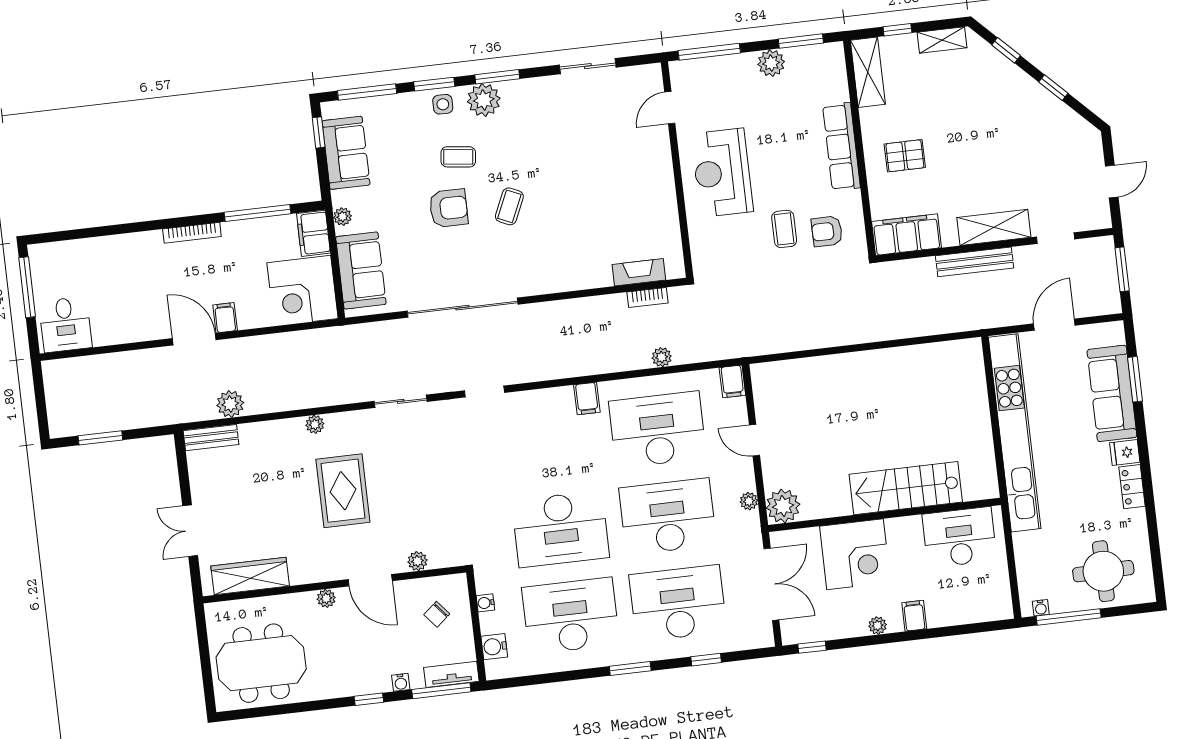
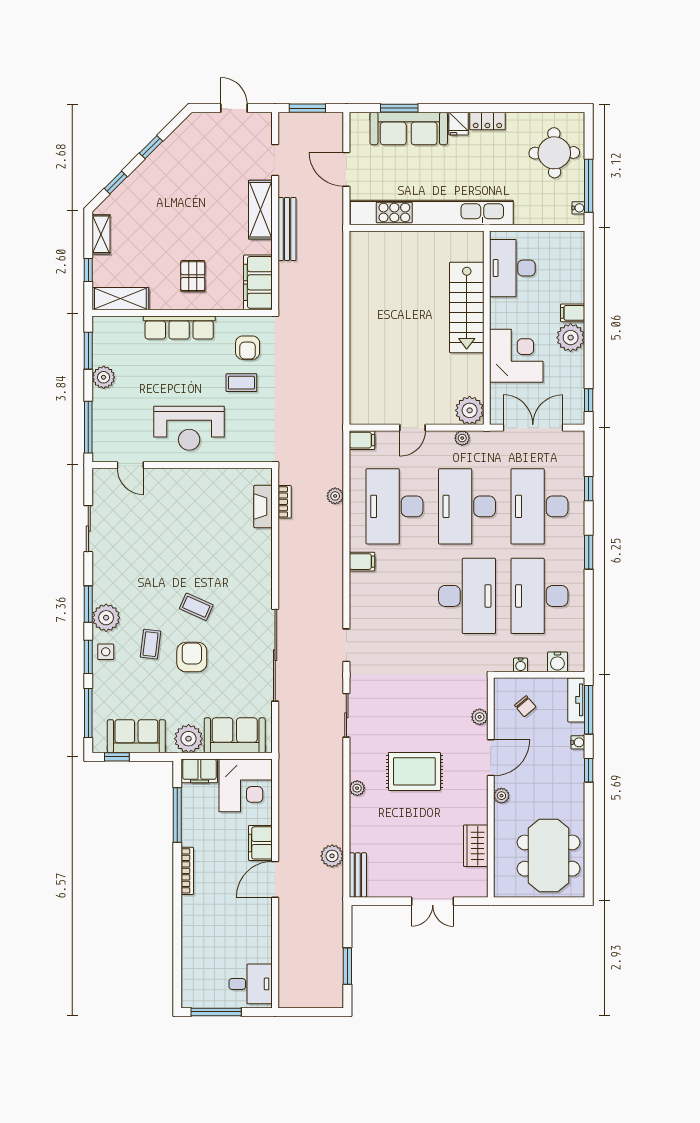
plant: (342, 217) -> (189, 739), width x1.87, depth x1.87
filing cabinet: (225, 318) -> (260, 843), width x2.00
wardrobe: (250, 576) -> (476, 846), width x0.67
plant: (878, 626) -> (571, 338), width x1.87, depth x1.87

